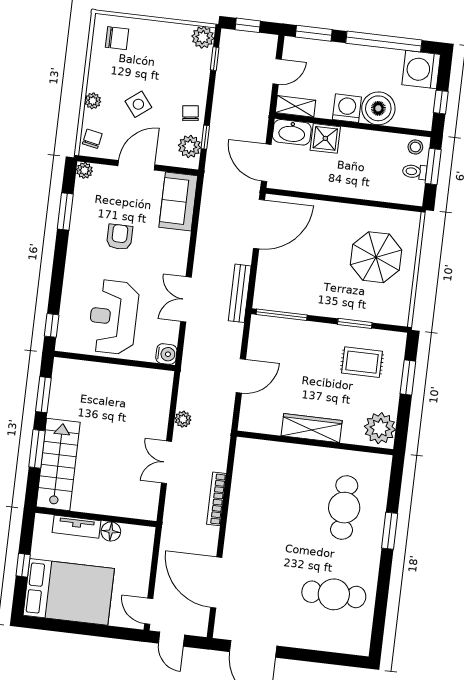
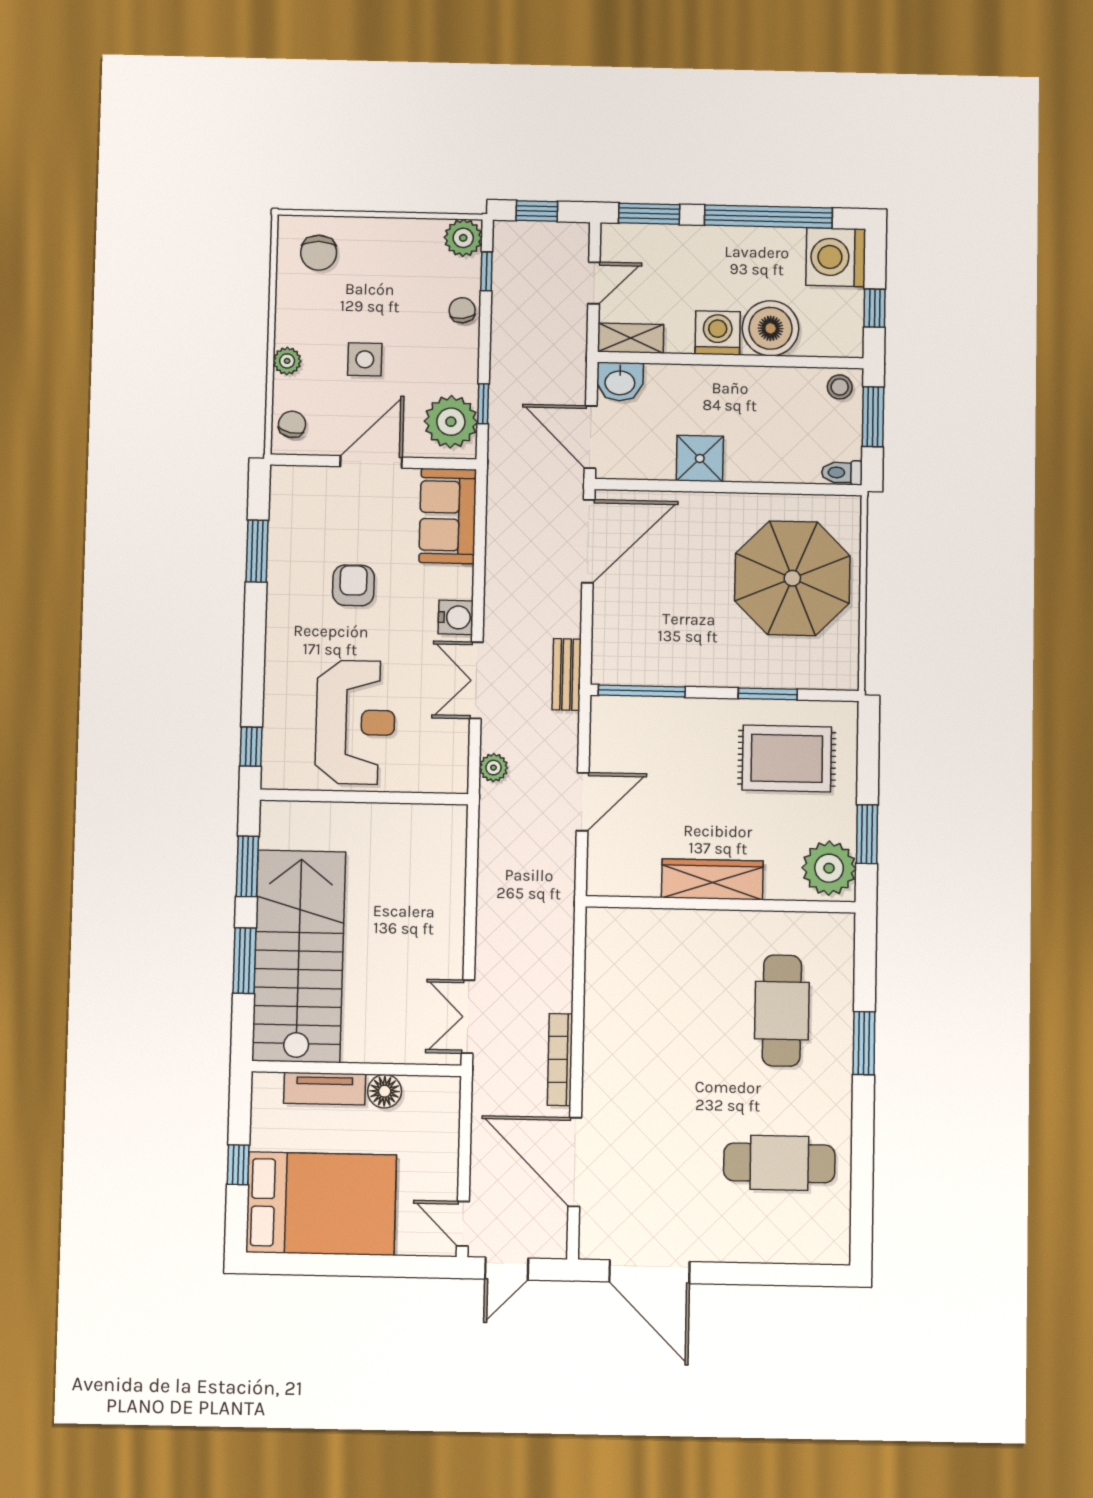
chair: (117, 38) -> (319, 253), turned 90
side table: (138, 104) -> (365, 359), turned 38
chair: (191, 113) -> (462, 310), moved
washbasin: (292, 132) -> (620, 382), width x0.72
shower: (325, 138) -> (700, 459), moved
plant: (190, 146) -> (451, 422), width x1.36, depth x1.36
plant: (84, 170) -> (284, 479), removed
toilet: (415, 172) -> (842, 473), moved
parasol: (376, 257) -> (792, 578), width x1.36, depth x1.36
bench: (240, 293) -> (567, 674), width x0.73
reception desk: (113, 317) -> (355, 722), turned 180
water cooler: (166, 354) -> (456, 617), moved
rug: (362, 362) -> (787, 758), width x1.36, depth x1.43
window: (408, 378) -> (867, 834), moved
plant: (183, 419) -> (493, 768), moved
double door: (166, 462) -> (468, 1017), moved
stairs: (58, 464) -> (299, 956), width x1.36, depth x1.51
bookcase: (216, 499) -> (560, 1060), moved
door: (171, 639) -> (507, 1269), hinge flipped

